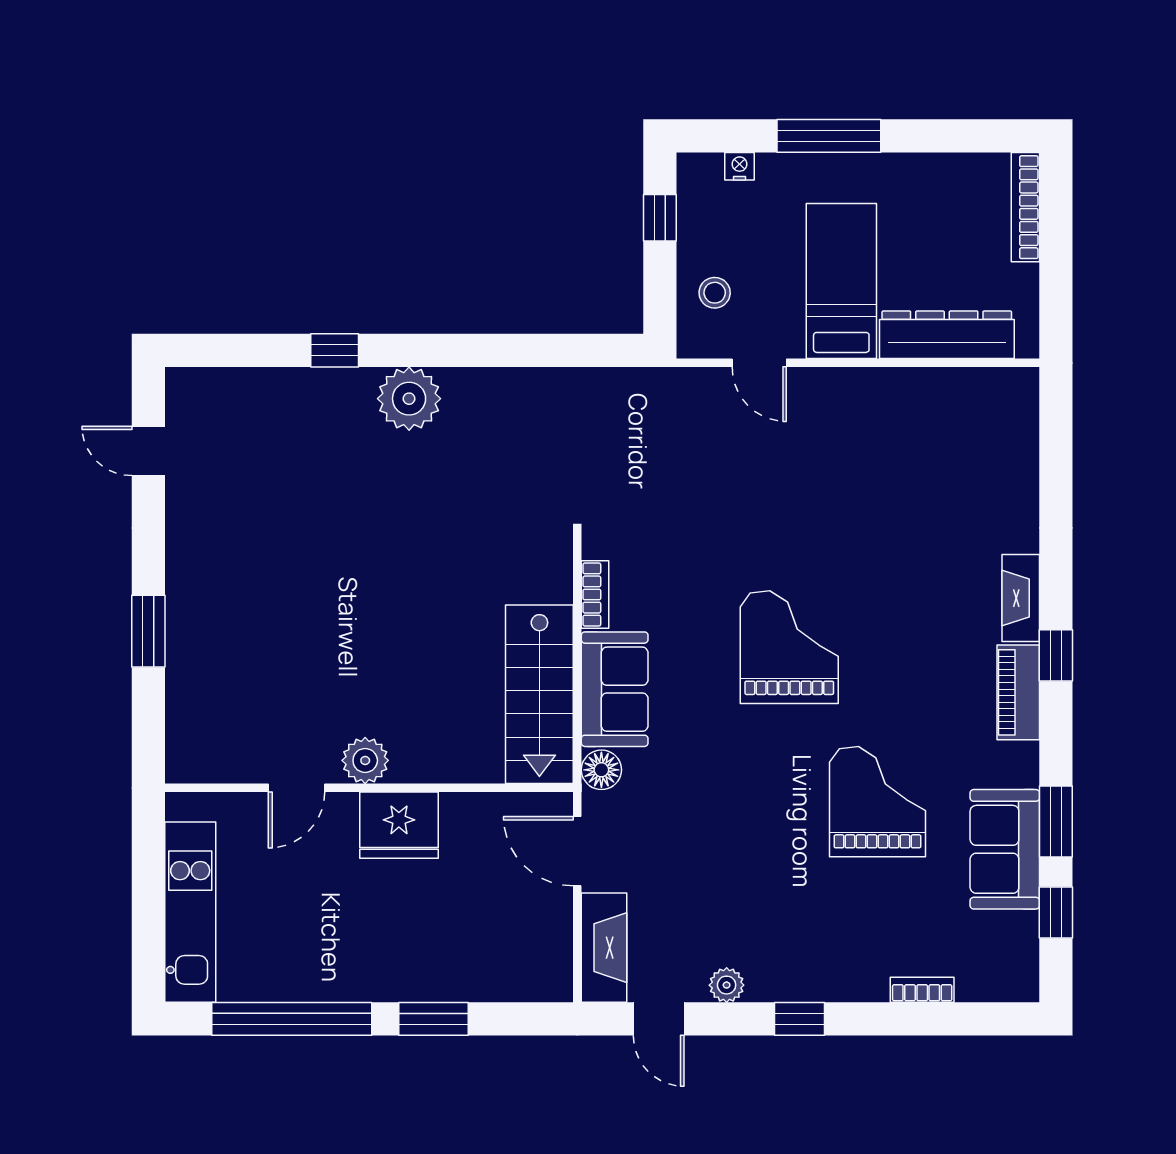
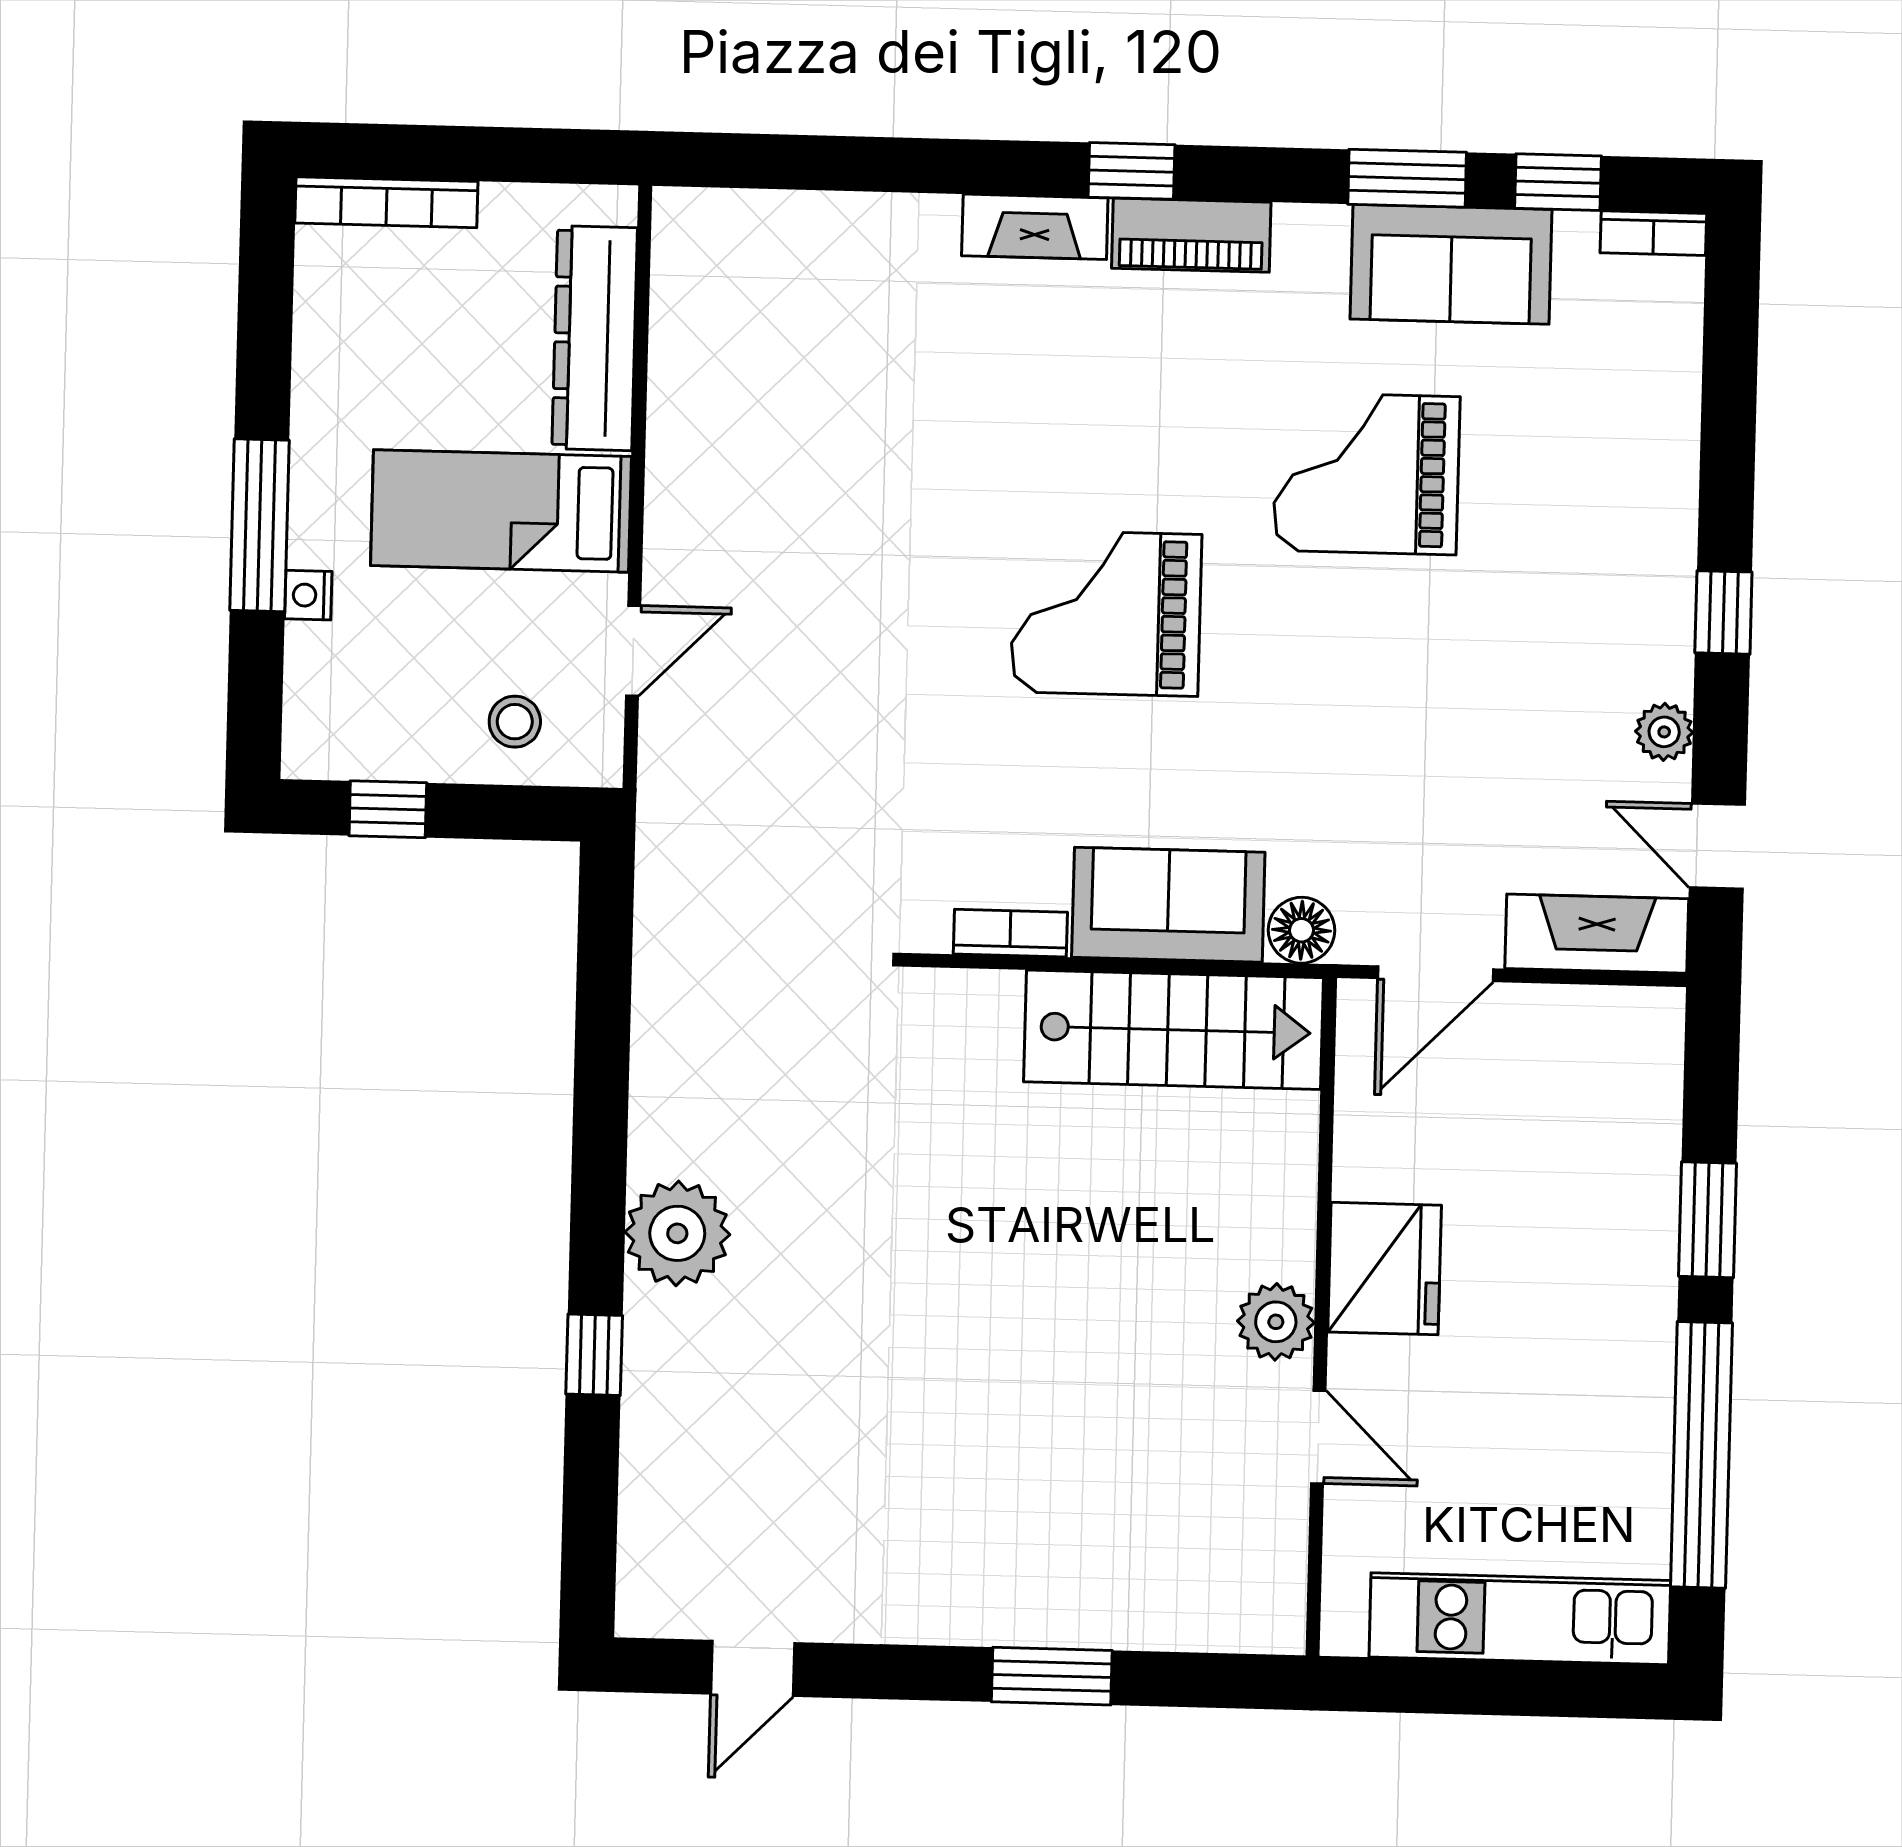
nightstand: (740, 166) -> (308, 595), moved
bookcase: (922, 990) -> (1653, 233), moved, turned -90
door: (659, 1019) -> (1717, 846), swing flipped

